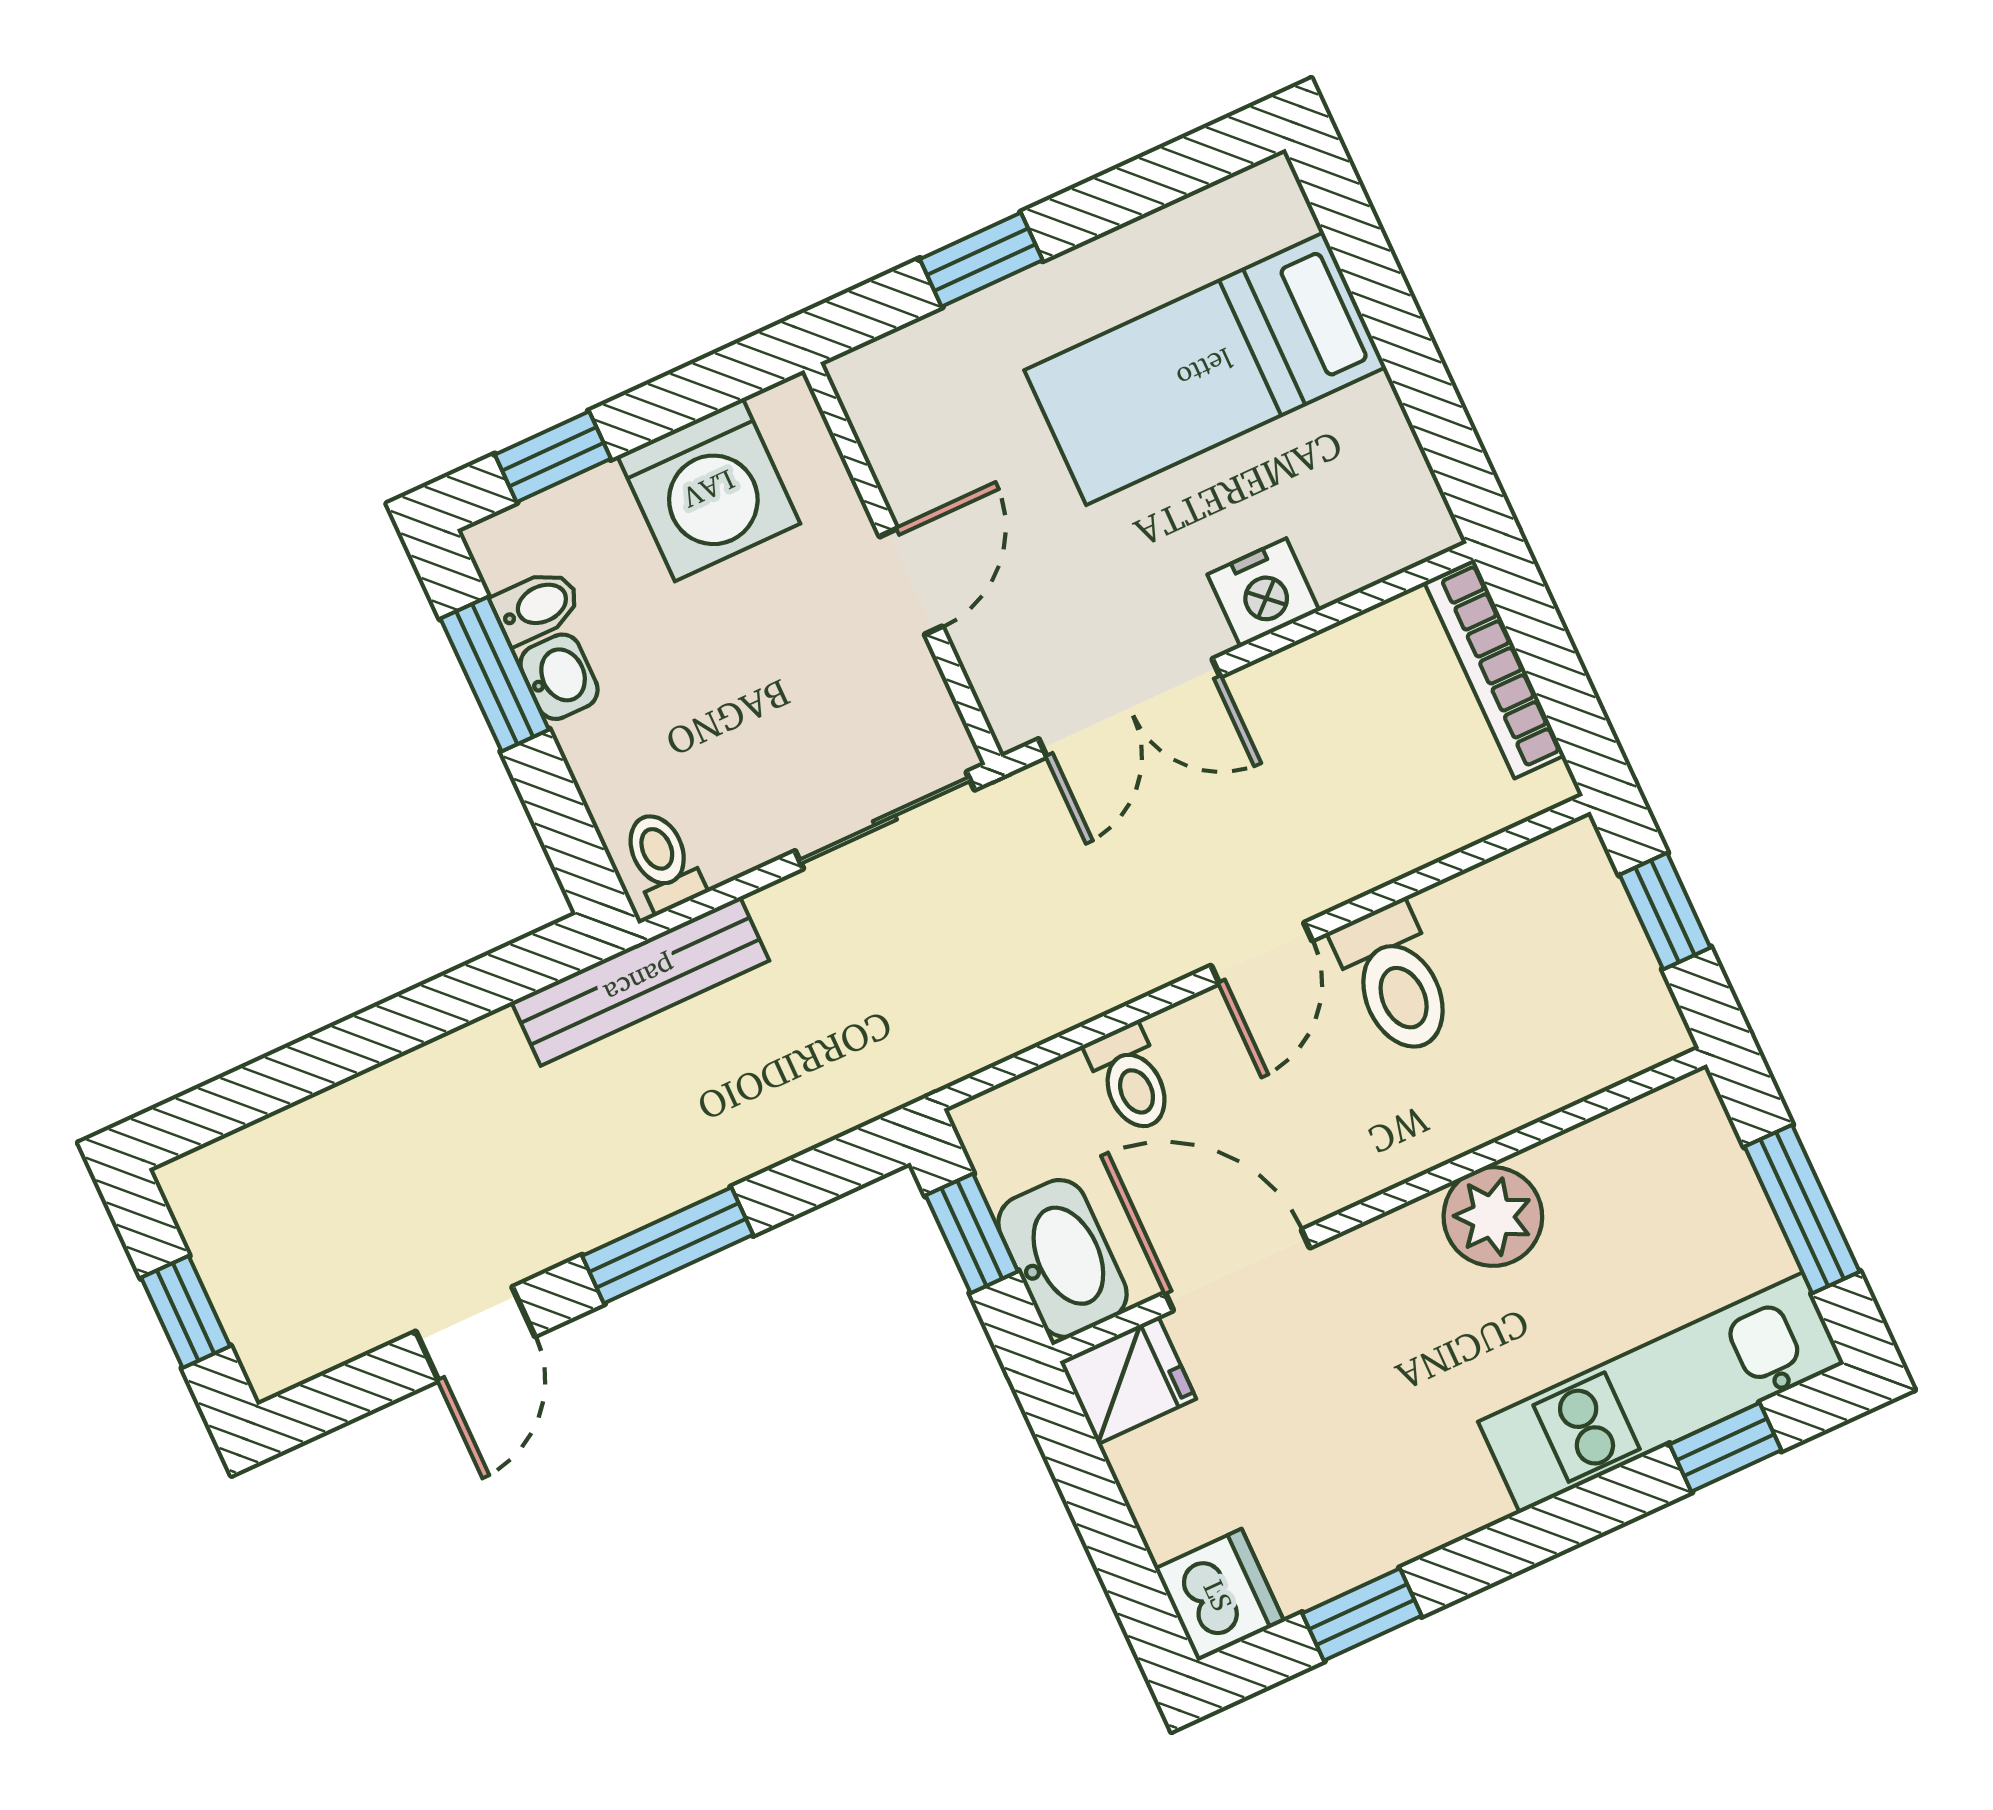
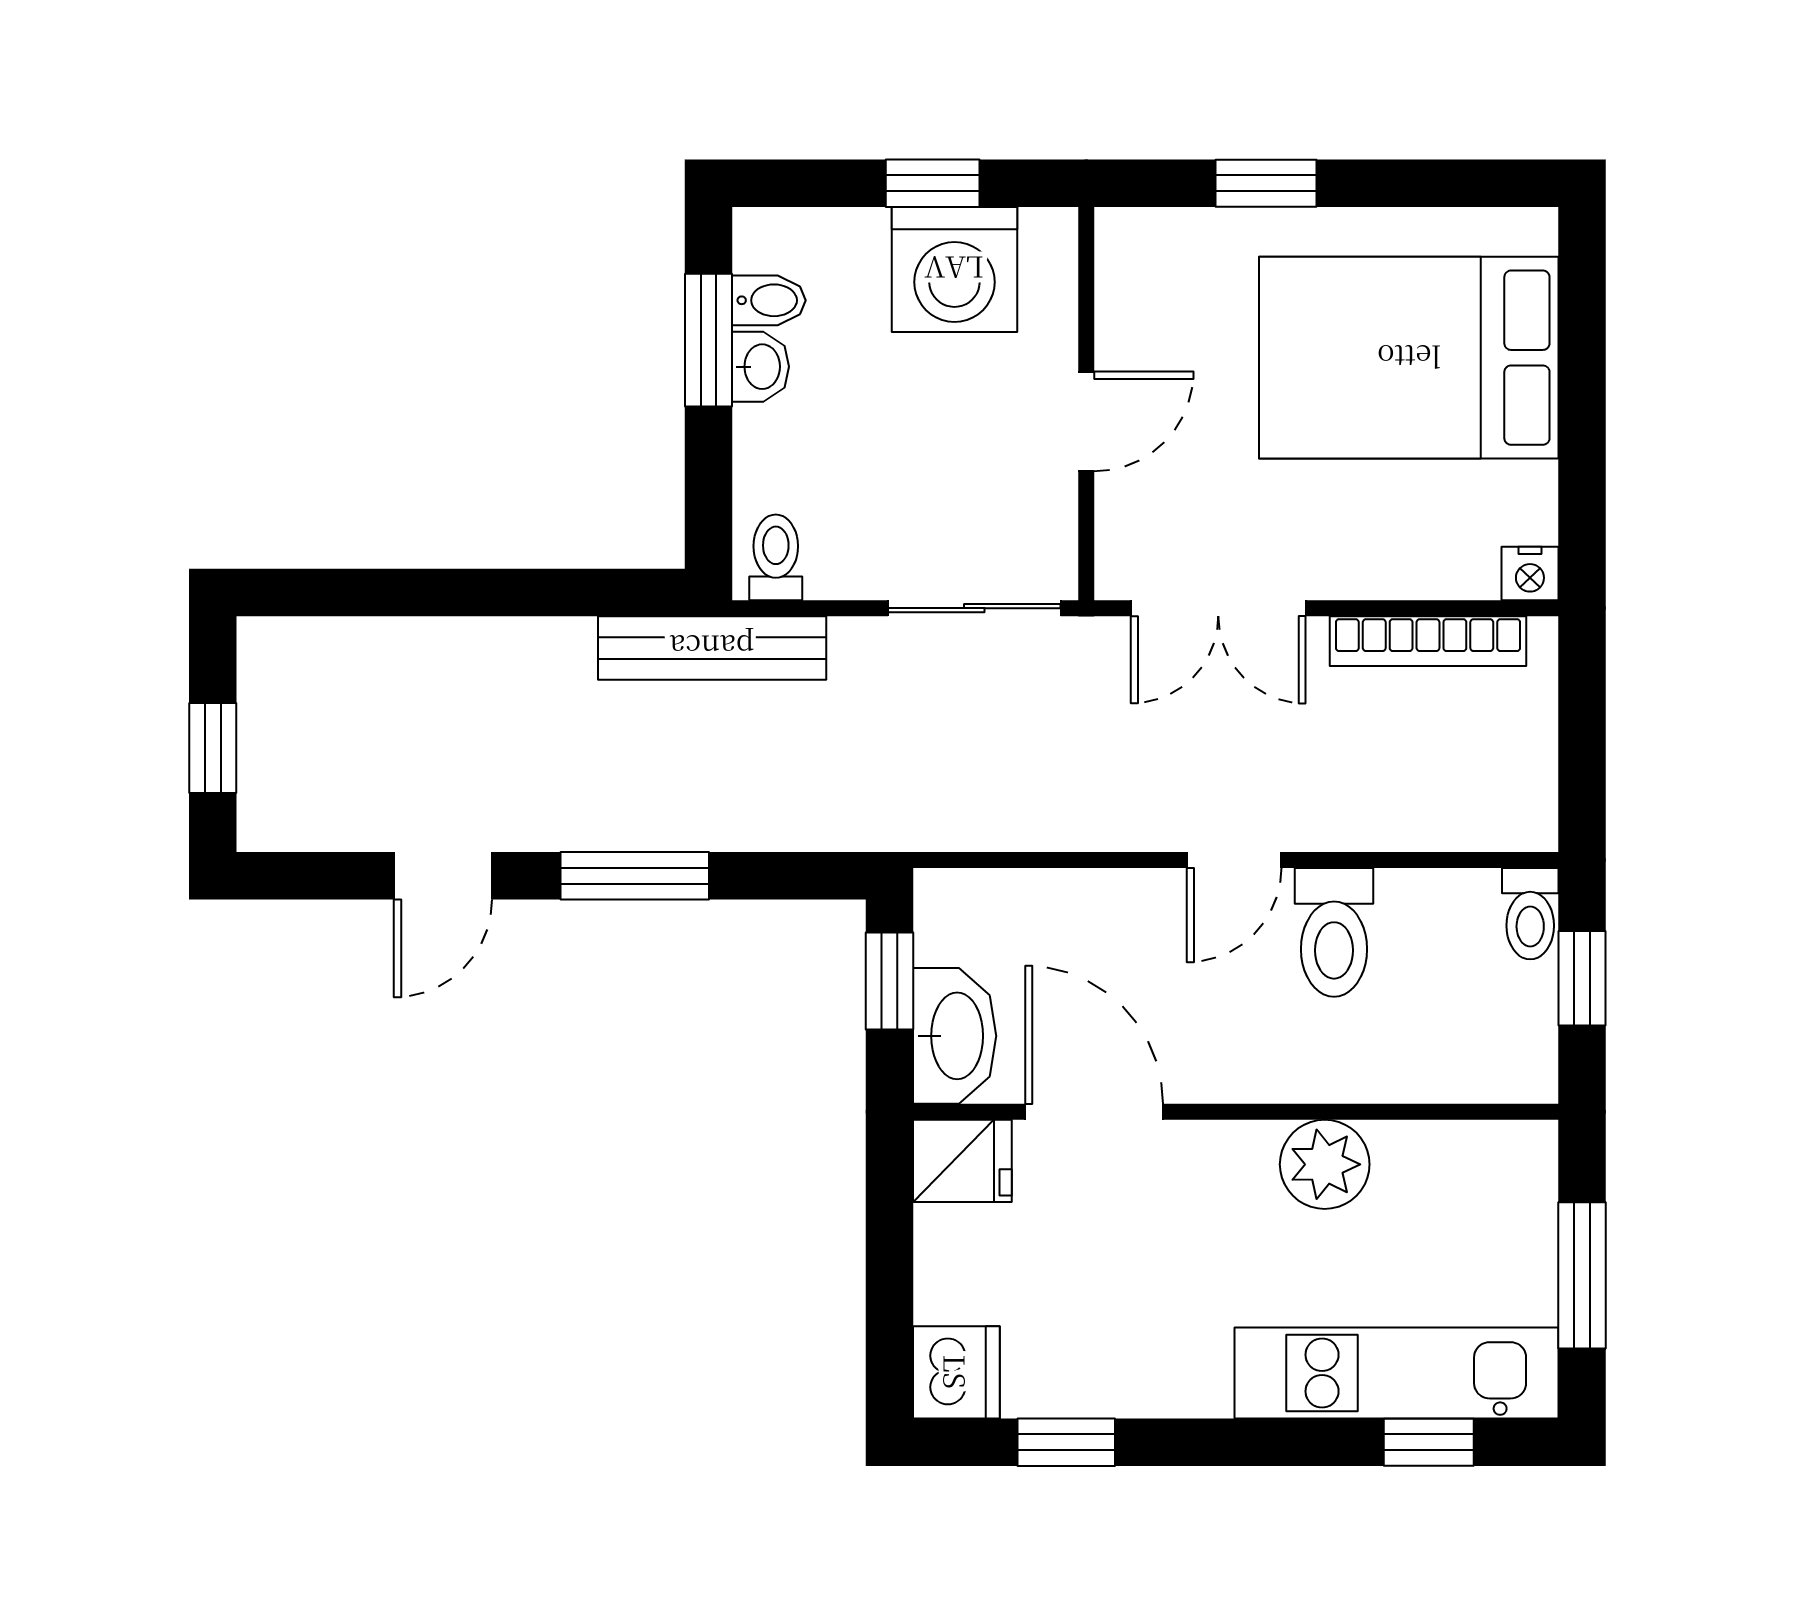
bed: (1205, 369) -> (1409, 358), width x1.50
window: (553, 457) -> (933, 183), moved
nightstand: (1263, 593) -> (1530, 574), moved, width x0.72, depth x0.74
bookcase: (1494, 669) -> (1428, 641), moved, turned -90
toilet: (1131, 1079) -> (1530, 914), moved

